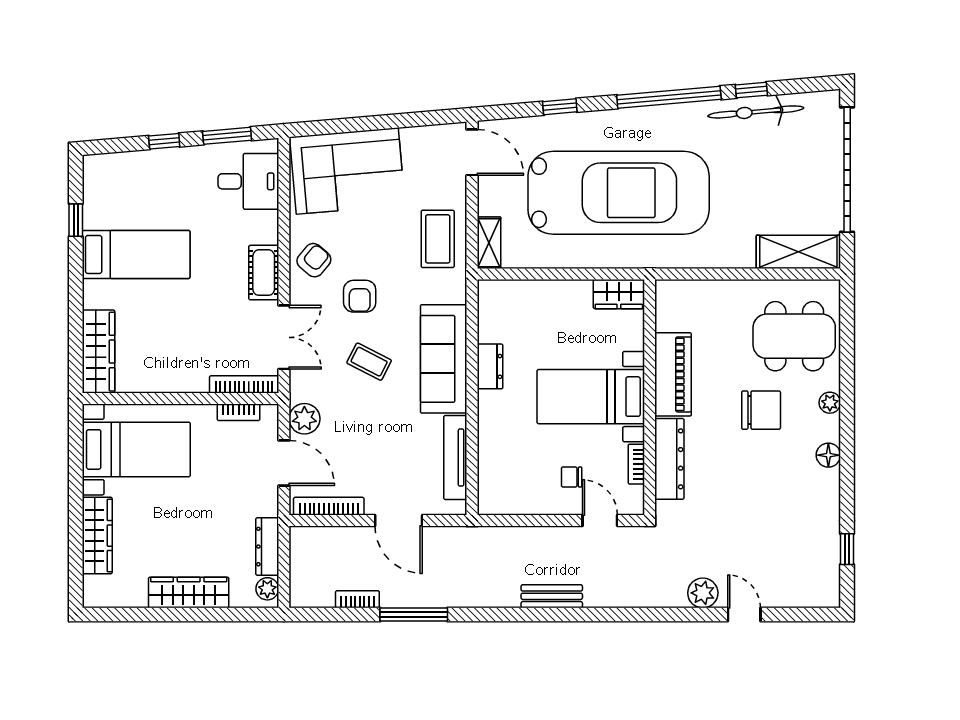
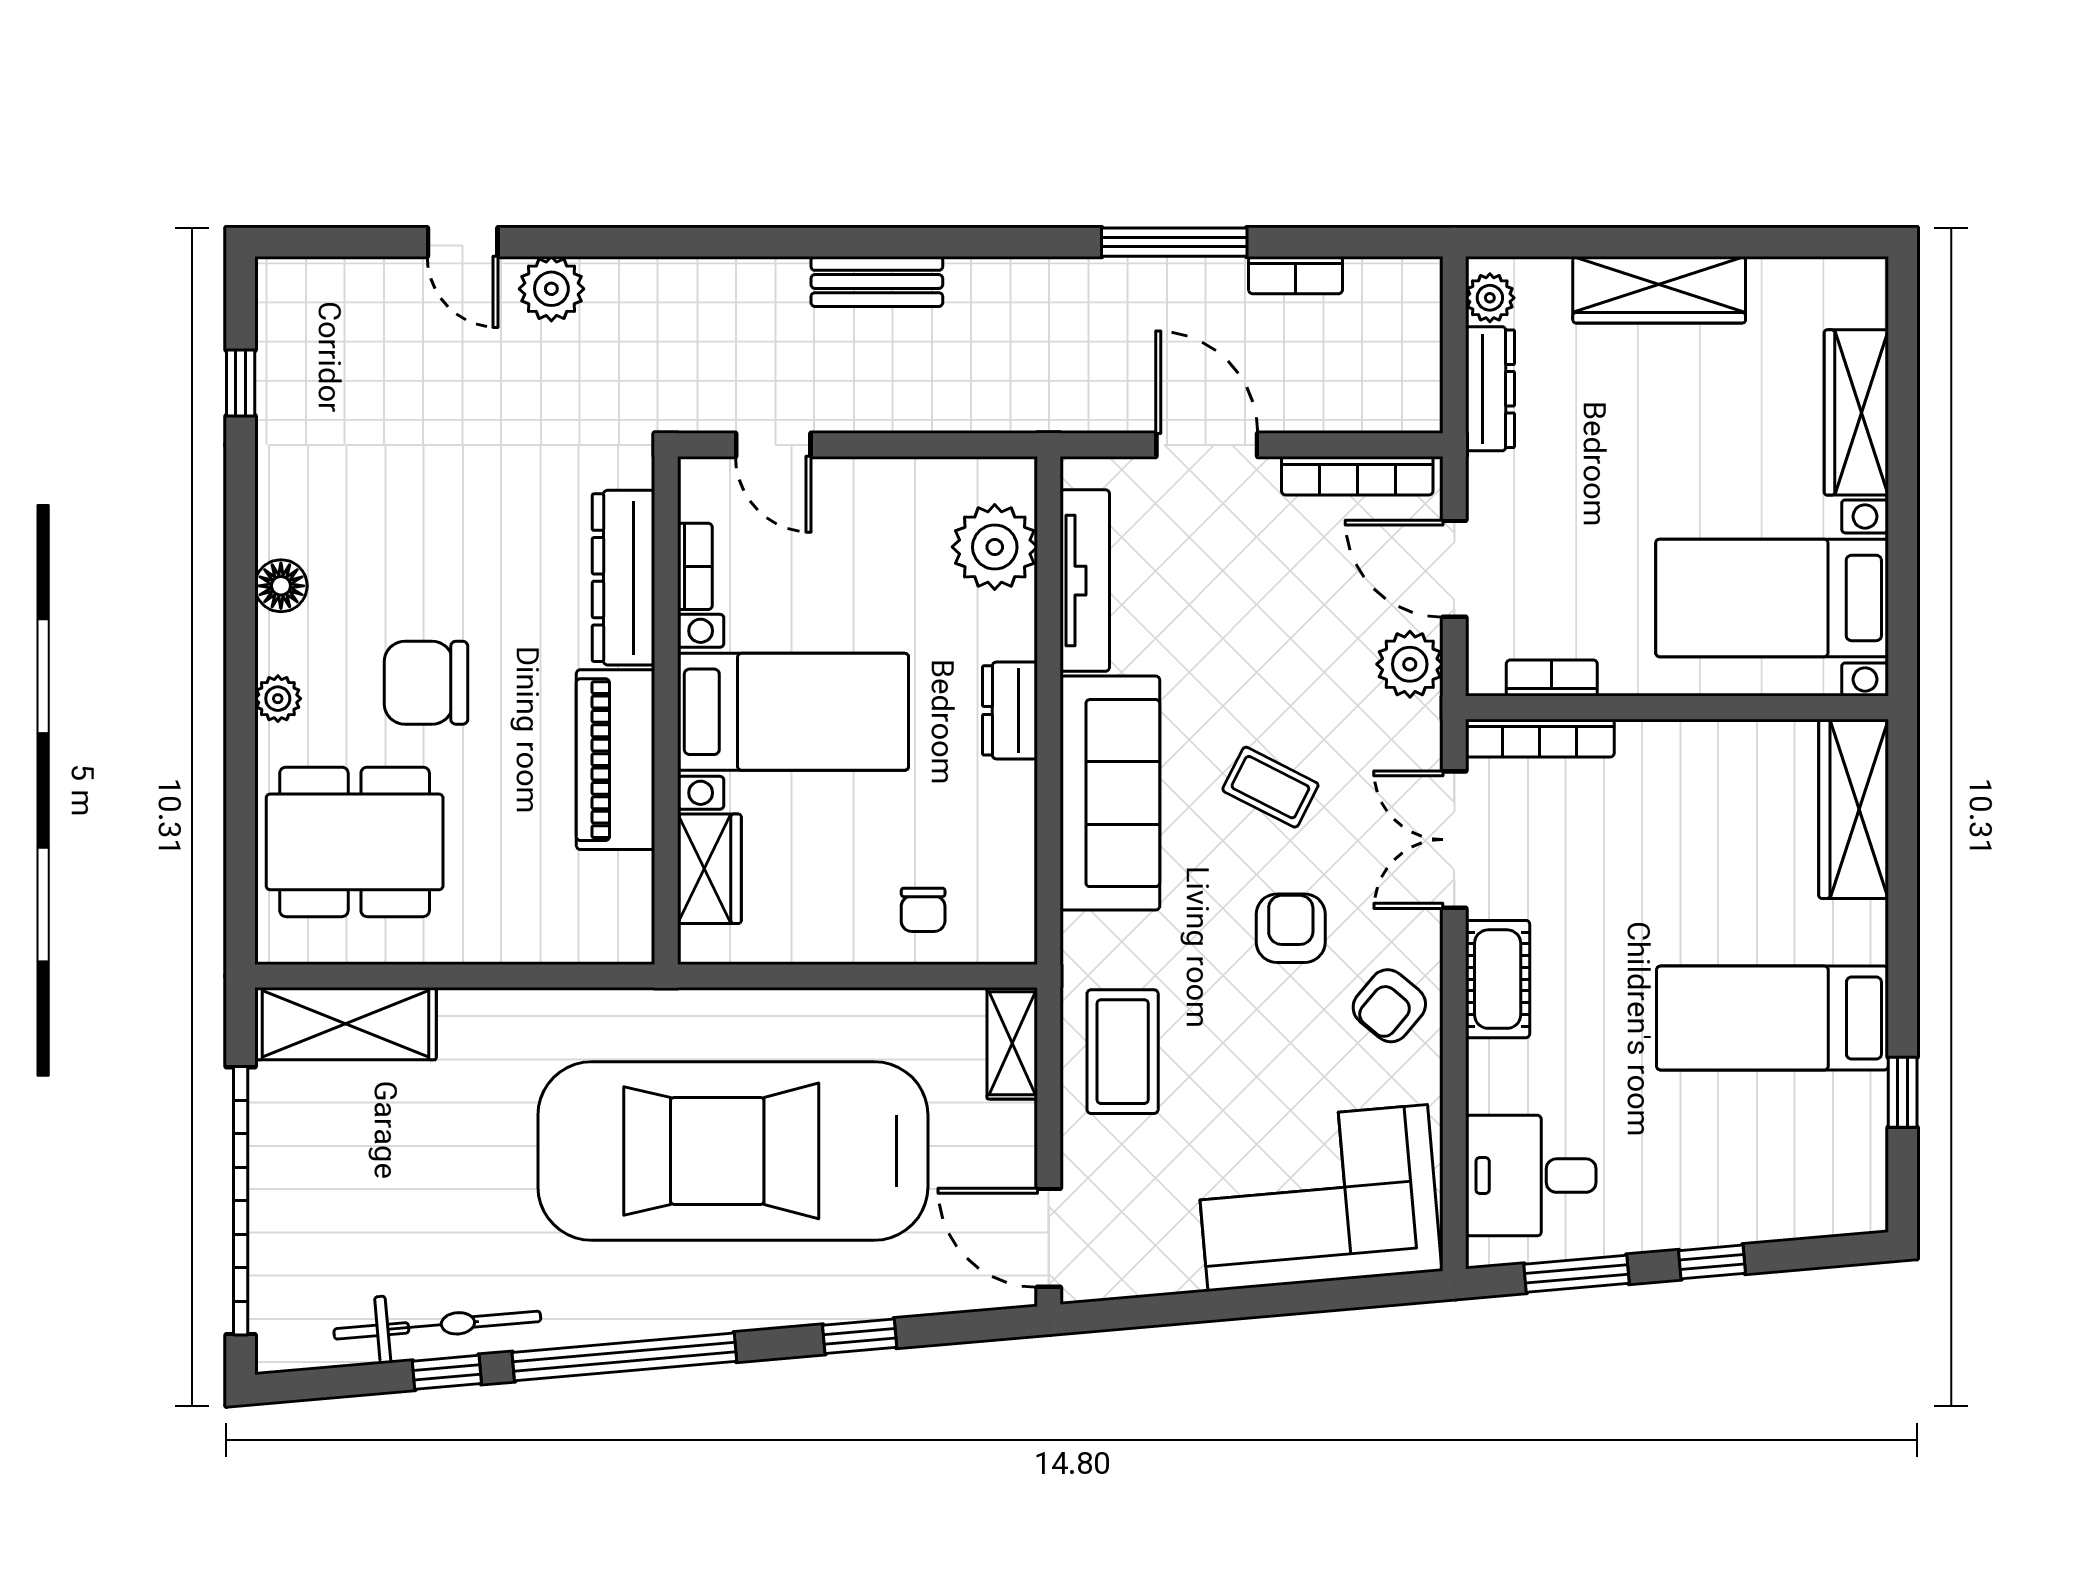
wardrobe: (619, 294) -> (709, 869), moved, turned 90
dresser: (490, 366) -> (1010, 710), moved
plant: (497, 473) -> (995, 547), added
chair: (572, 477) -> (923, 910), moved, turned 90

